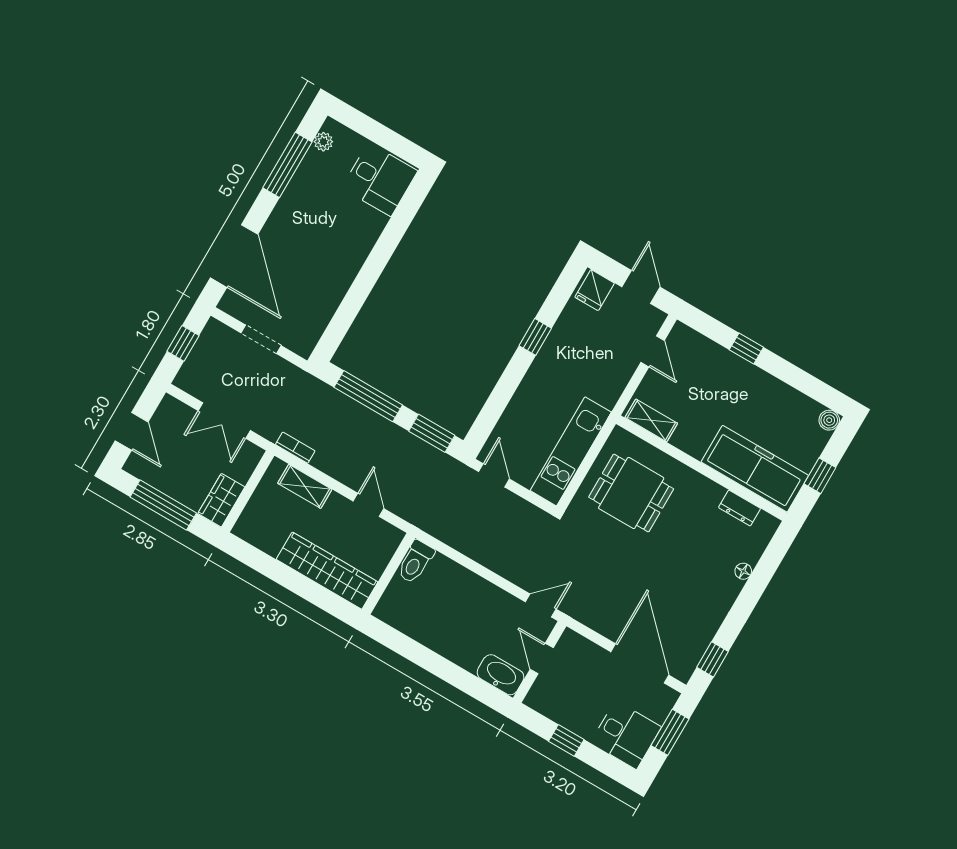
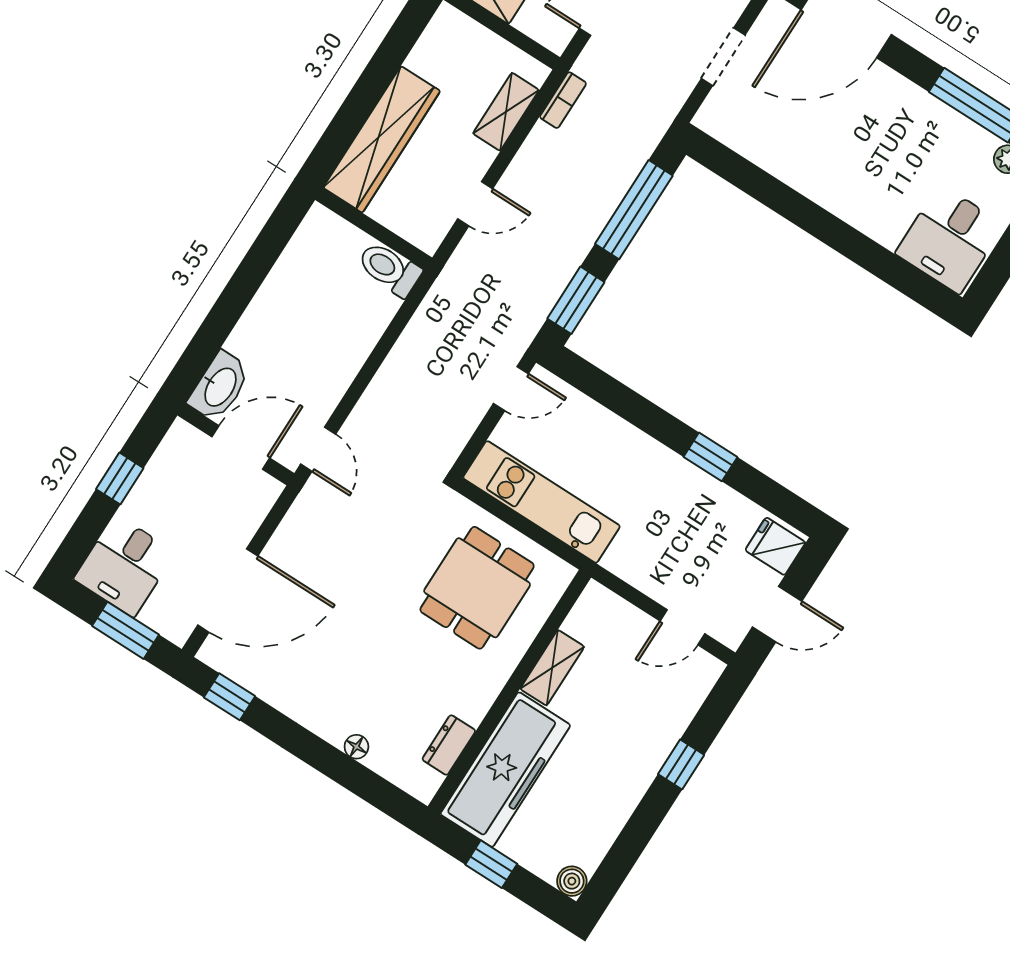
shelving: (651, 420) -> (552, 668), moved
door: (542, 658) -> (241, 447), width x1.37

